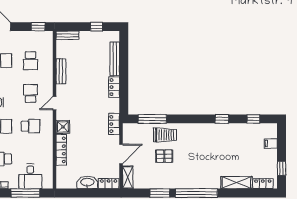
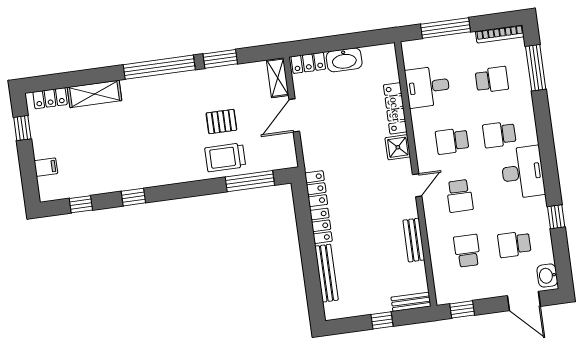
window: (97, 27) -> (382, 320), moved
locker: (114, 124) -> (316, 189), moved
desk: (30, 176) -> (428, 87), moved, turned -90

